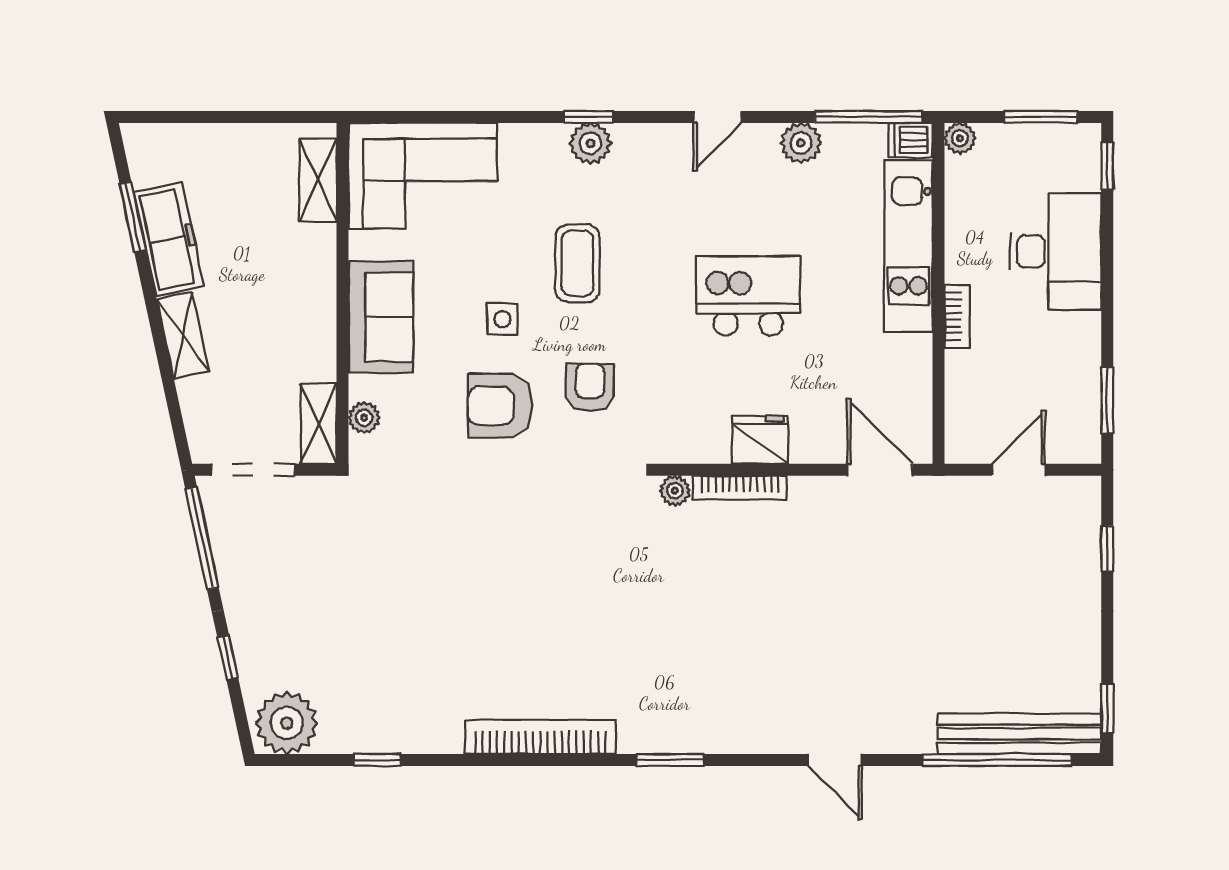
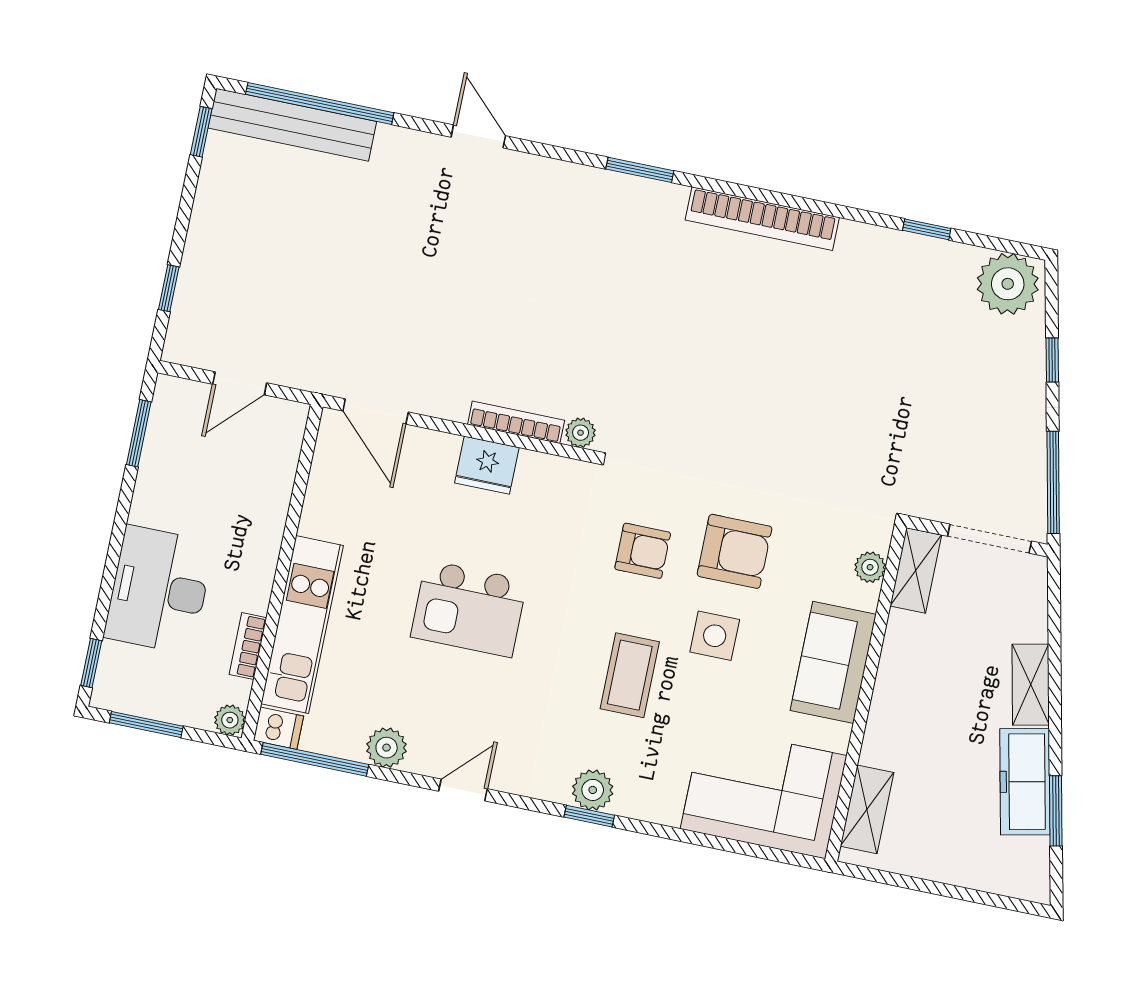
bookcase: (957, 316) -> (248, 646), moved
side table: (502, 319) -> (715, 636), width x1.37, depth x1.37
armchair: (590, 388) -> (643, 551), turned -90

